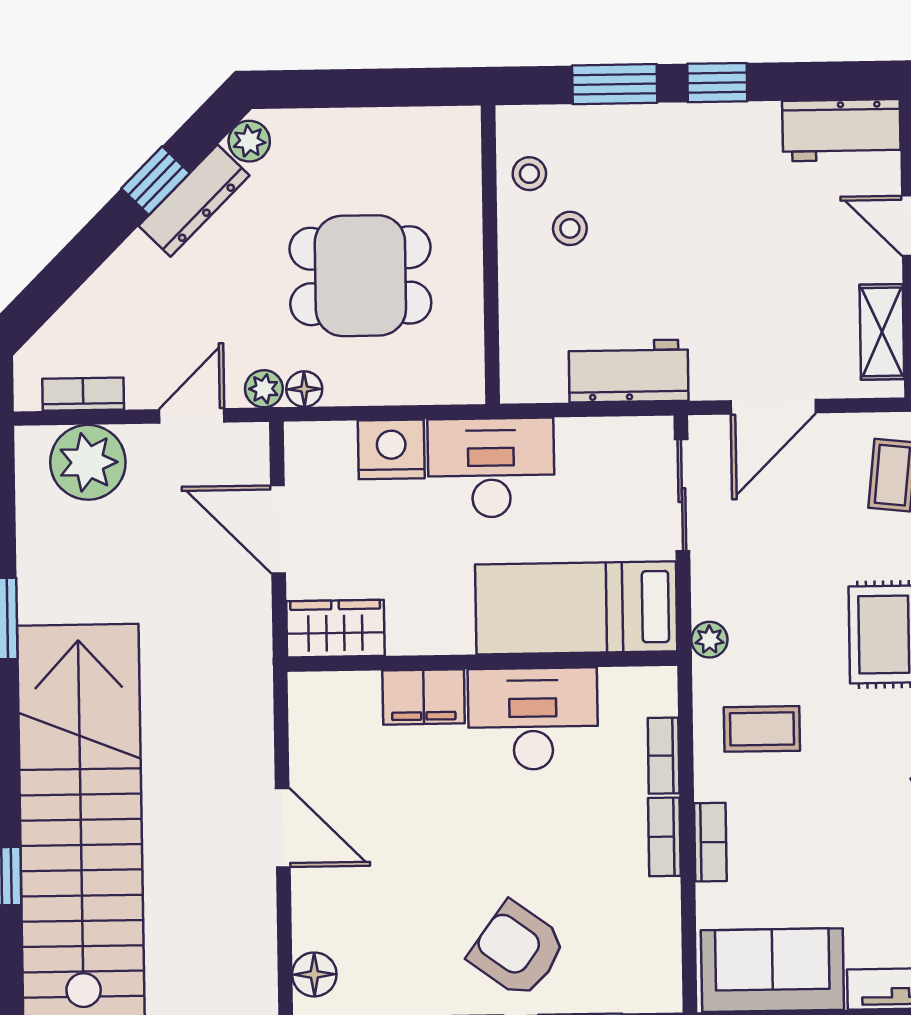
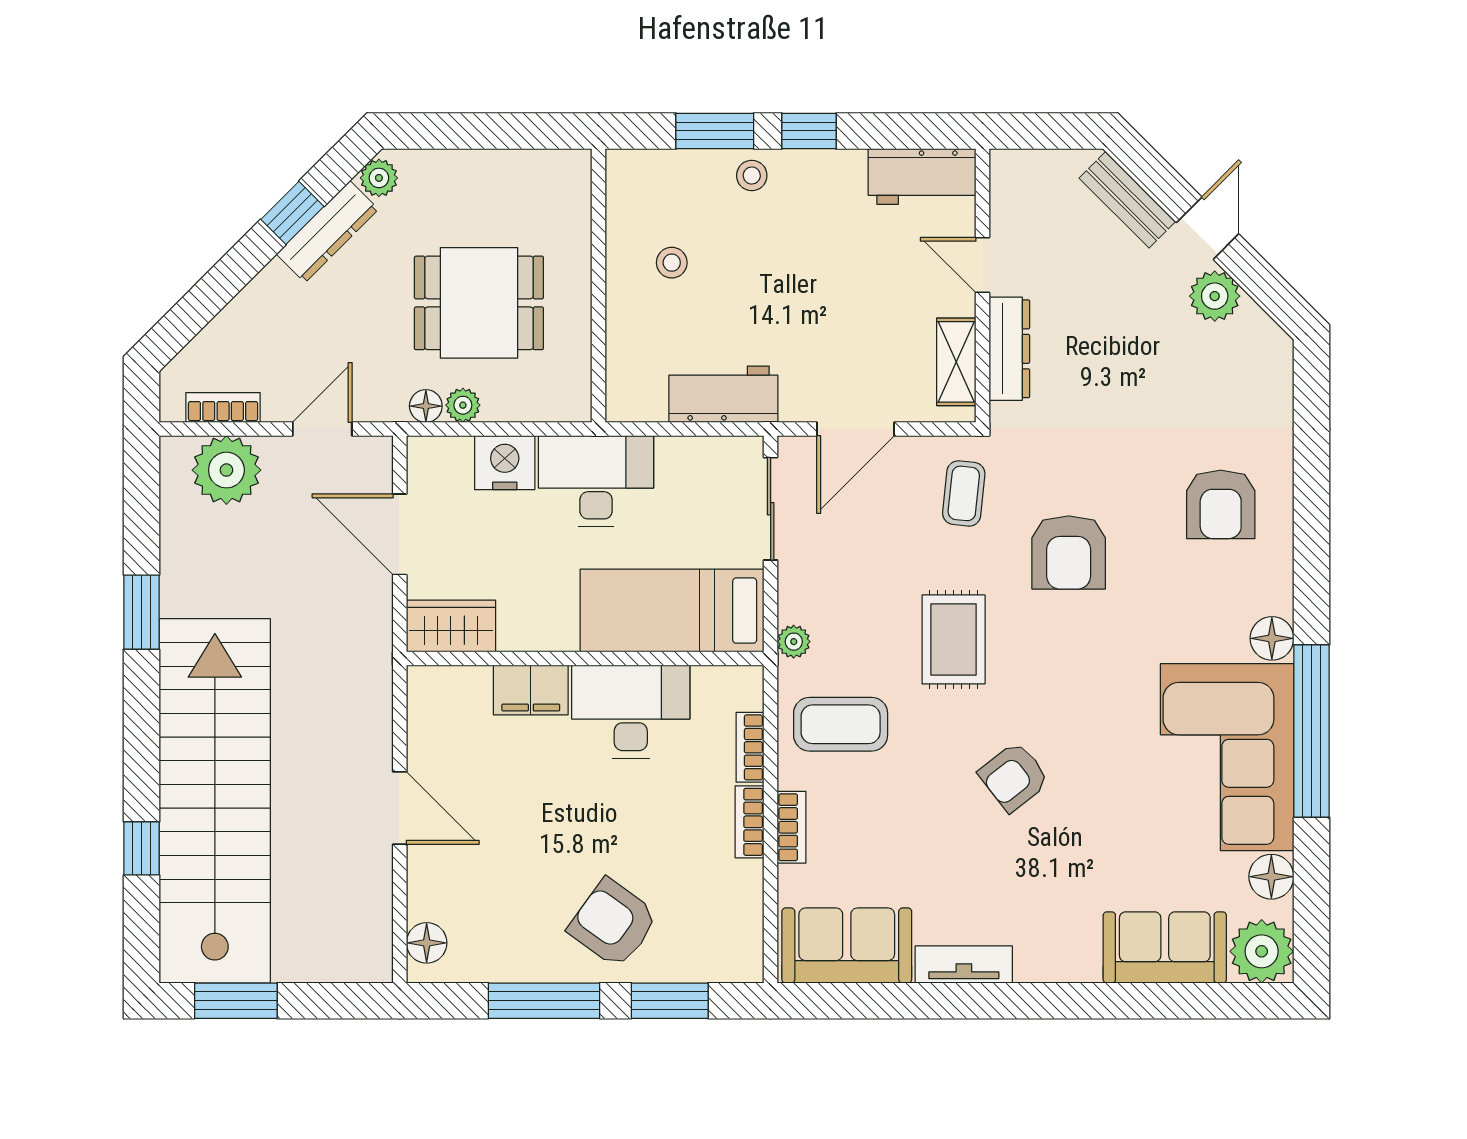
stool: (529, 174) -> (752, 175), moved
plant: (264, 389) -> (463, 405), moved
coffee table: (762, 729) -> (841, 724), width x1.36, depth x1.30

